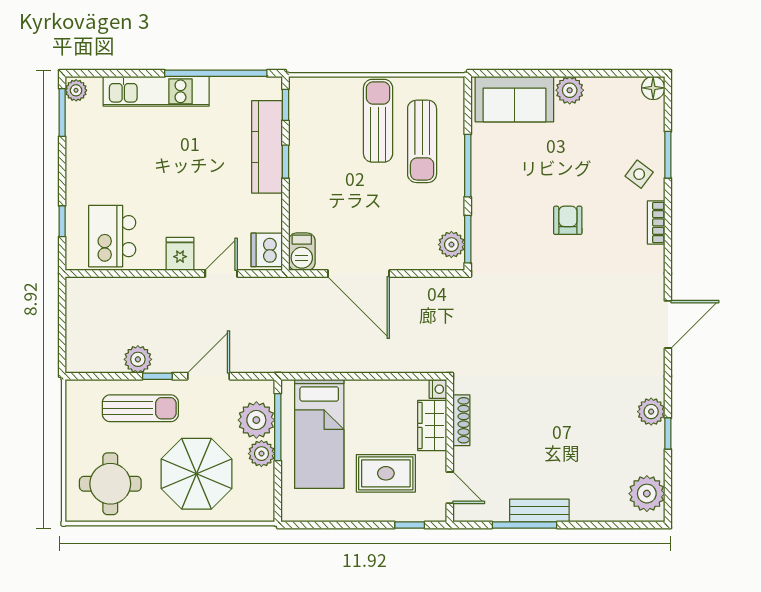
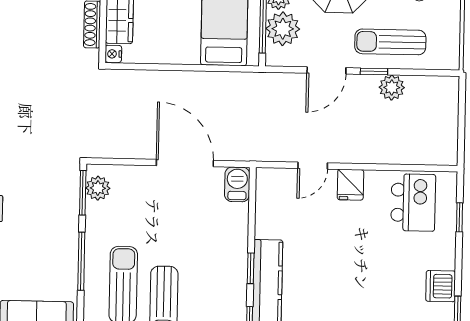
dishwasher: (267, 250) -> (441, 286), moved, turned 180

